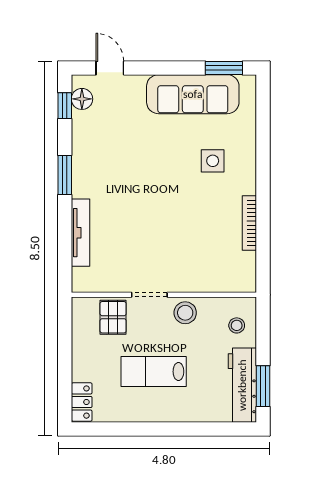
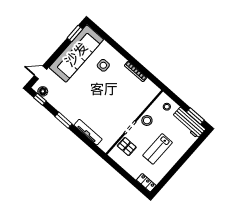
sofa: (193, 94) -> (76, 54), width x1.36, depth x1.27

